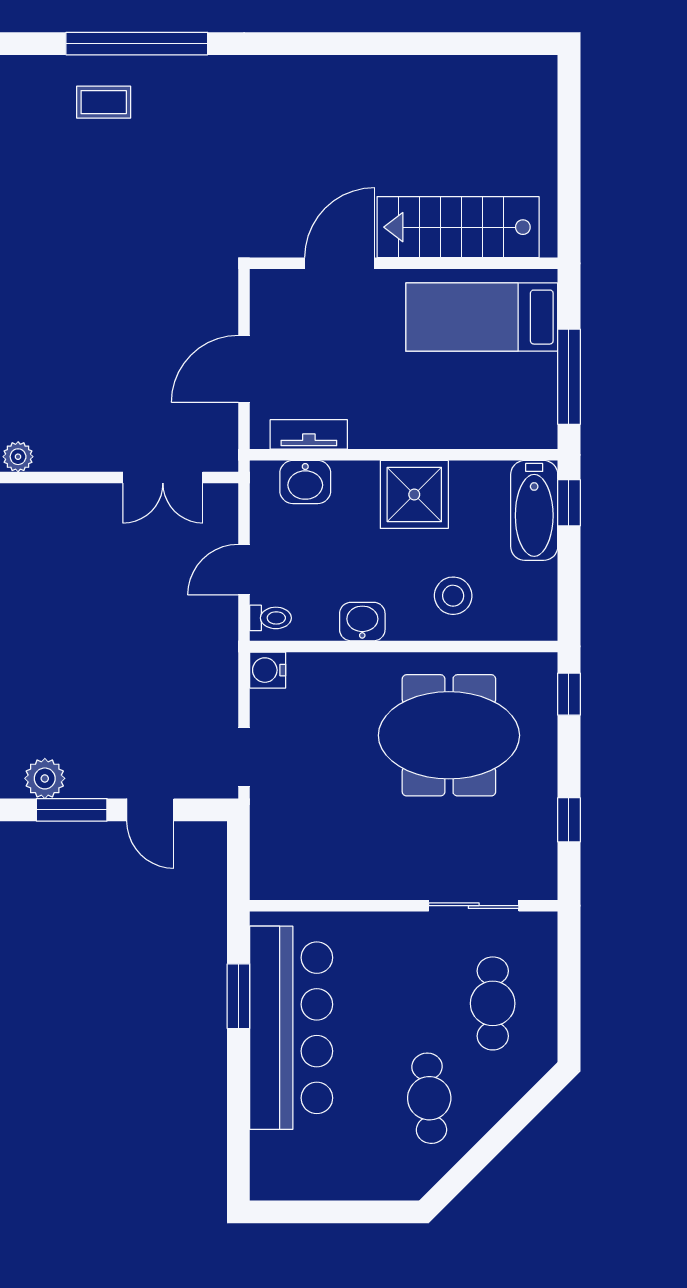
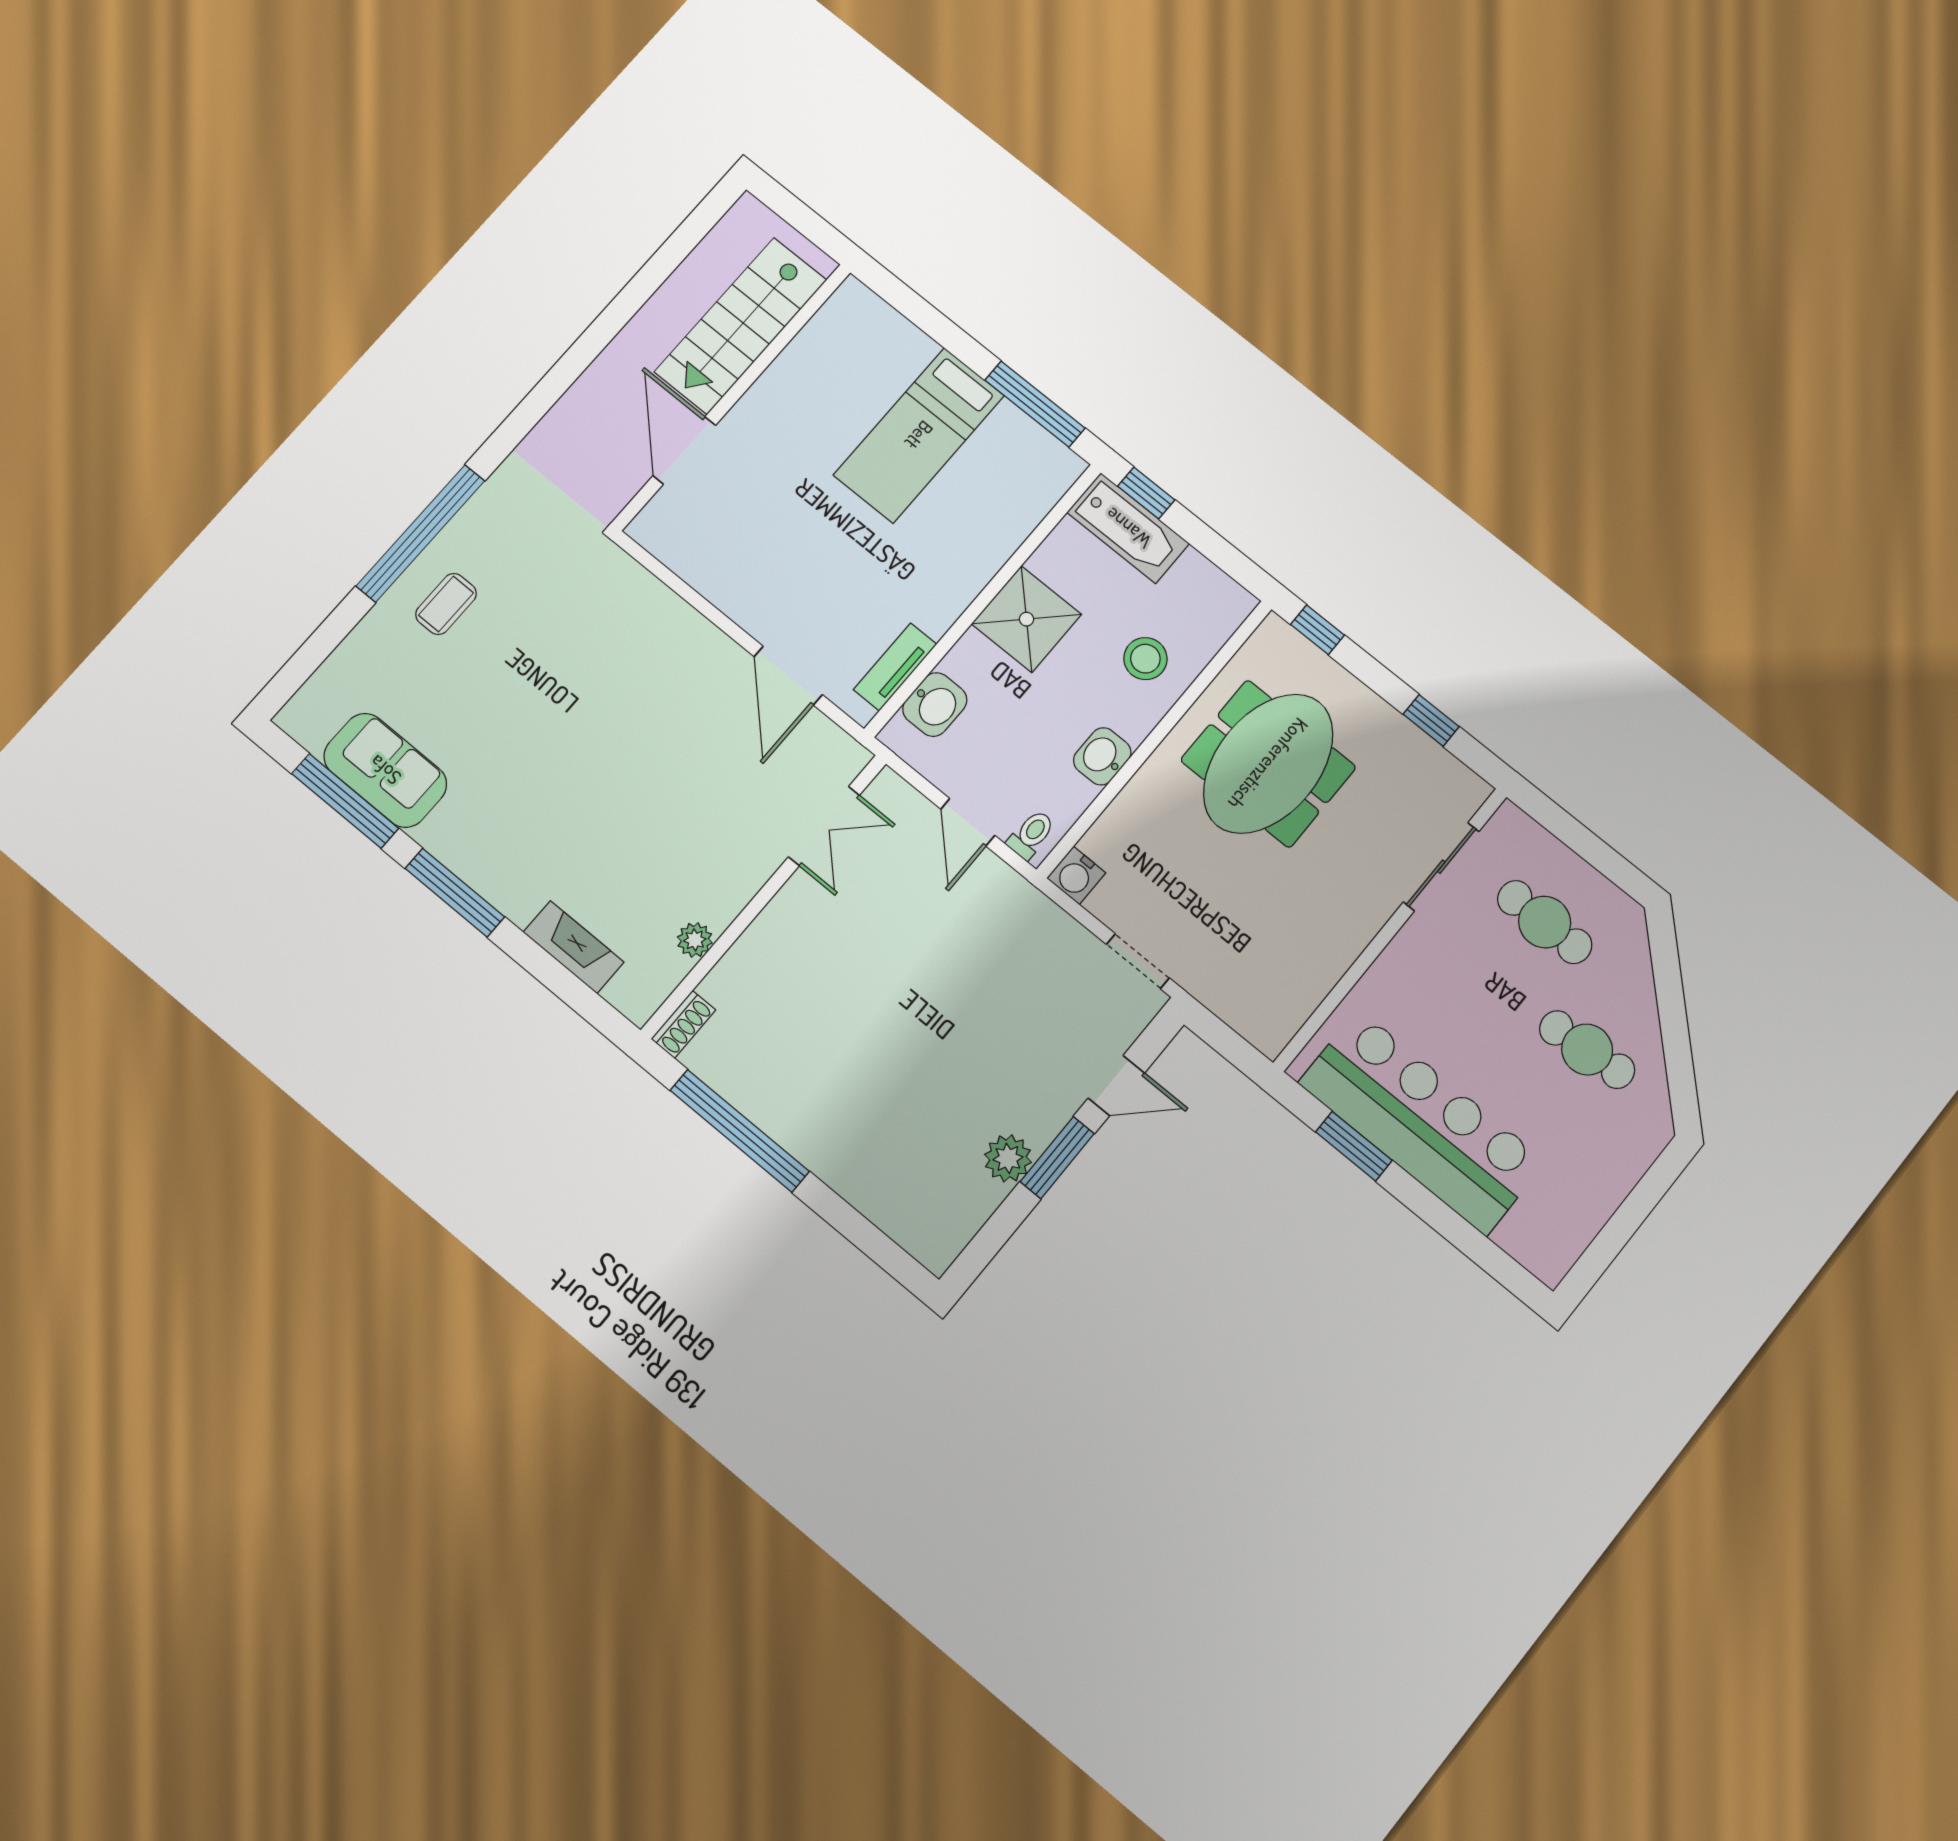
stairs: (458, 227) -> (741, 326), moved
door: (340, 263) -> (684, 450), moved
wall: (404, 263) -> (732, 397), moved

